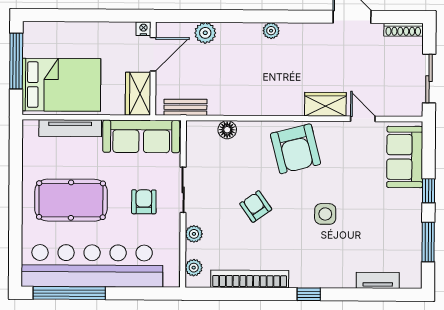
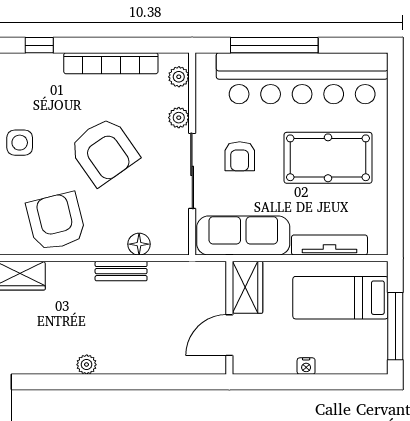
nightstand: (143, 29) -> (306, 366), moved
plant: (205, 33) -> (166, 361), removed
bed: (61, 85) -> (340, 298), width x0.67
bench: (185, 107) -> (121, 271), moved
sliding door: (183, 190) -> (192, 171), width x1.37
armchair: (256, 207) -> (104, 151), width x1.88, depth x1.88
window: (69, 293) -> (274, 45), moved

